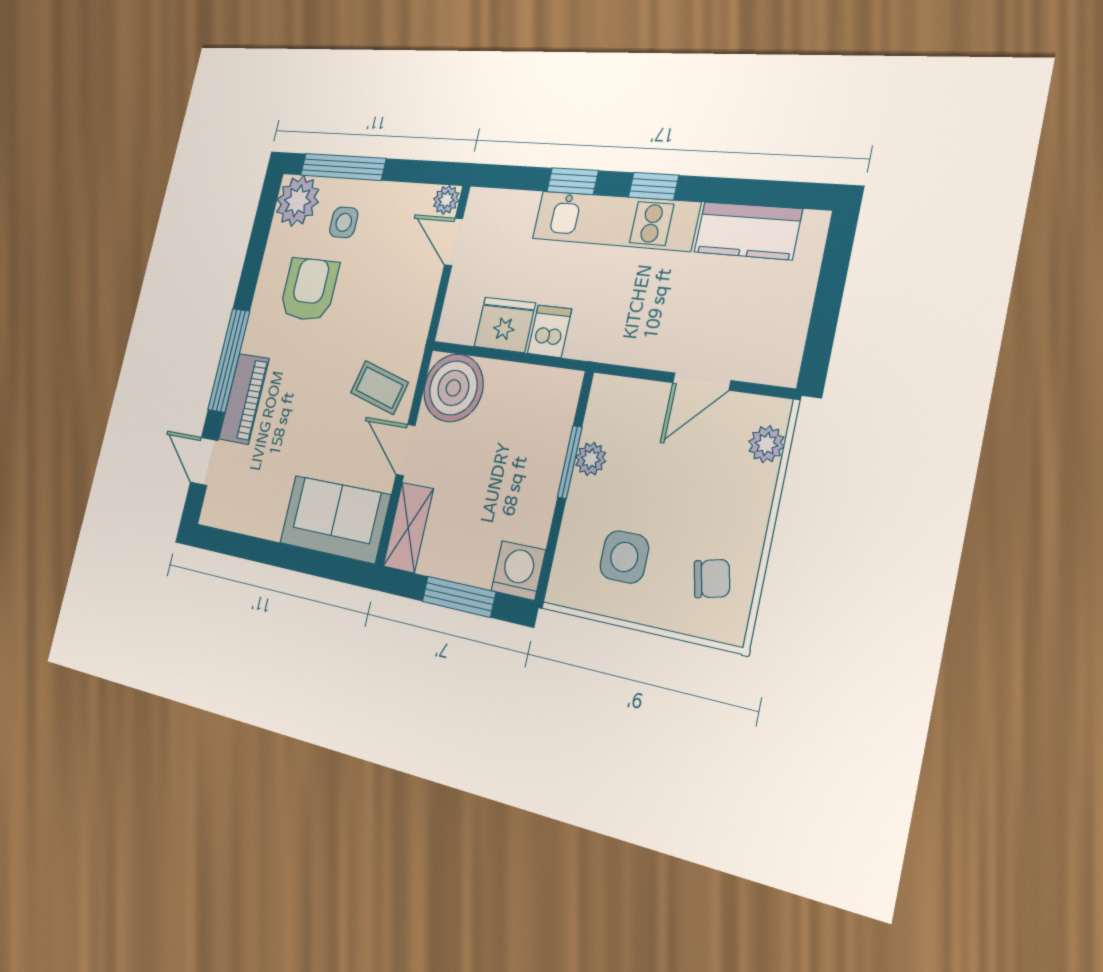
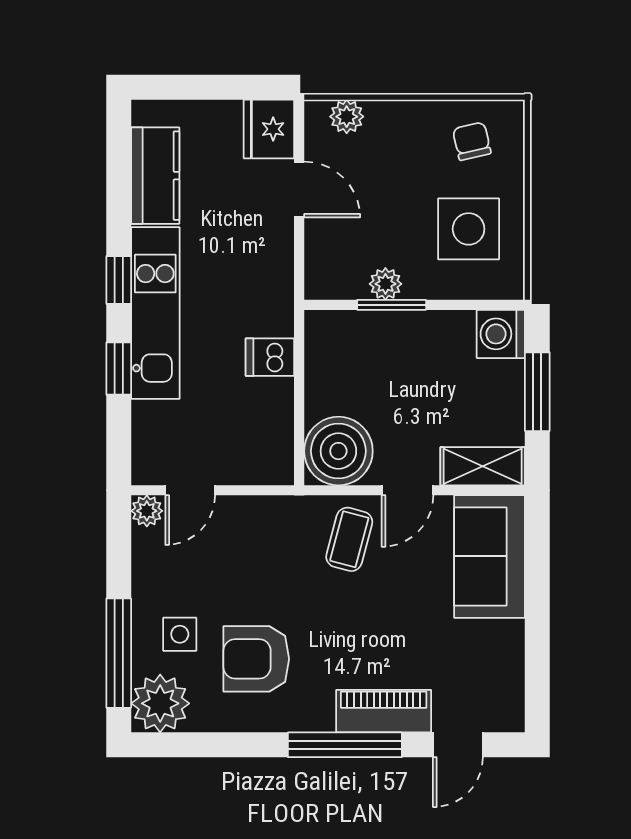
fridge: (505, 325) -> (269, 129), moved
side table: (624, 557) -> (469, 229), width x1.37, depth x1.37

